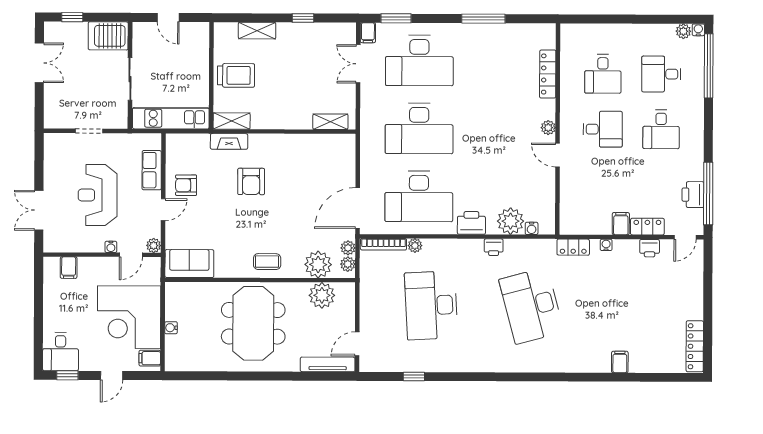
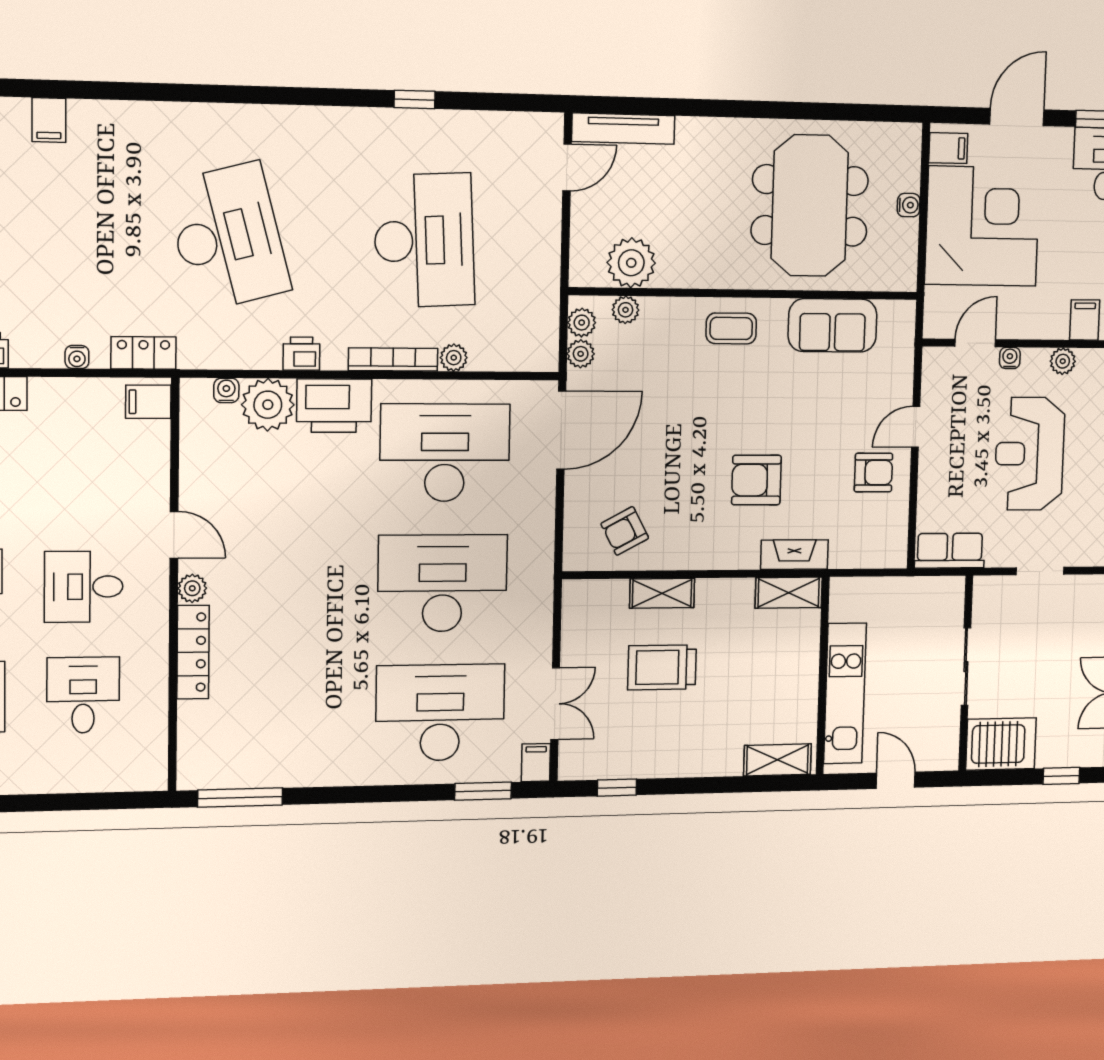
window: (303, 18) -> (617, 788), moved
window: (483, 19) -> (240, 797), moved
shelving: (257, 31) -> (777, 760), moved
locker: (548, 74) -> (193, 652), moved
trolley: (236, 75) -> (662, 667), moved
kitchen unit: (171, 118) -> (845, 693), moved, turned -90
shelving: (330, 122) -> (662, 593), moved
armchair: (322, 155) -> (625, 531), added
row of seats: (152, 170) -> (950, 551), moved, turned -90
armchair: (251, 181) -> (756, 480), turned -90
reception desk: (98, 195) -> (1030, 454), turned 180
printer: (471, 223) -> (334, 406), width x1.37, depth x1.19
filing cabinet: (621, 224) -> (148, 402), moved, turned 90
bookcase: (383, 244) -> (393, 359), moved
plant: (154, 246) -> (1063, 361), moved
sofa: (189, 264) -> (833, 325), moved
plant: (318, 265) -> (626, 310), width x0.53, depth x0.53
meeting table: (253, 323) -> (810, 206), moved
door: (112, 375) -> (1017, 117), width x1.37
window: (414, 377) -> (414, 99), moved

